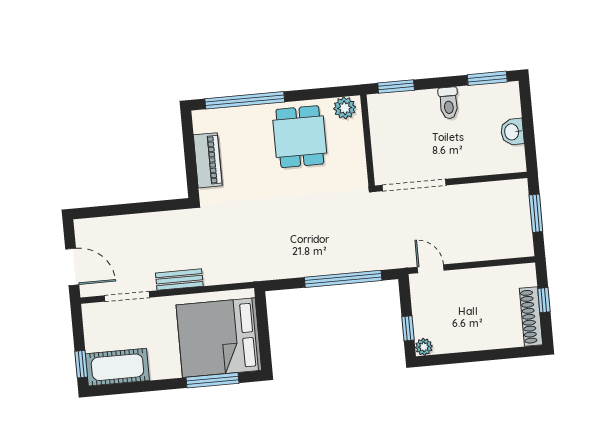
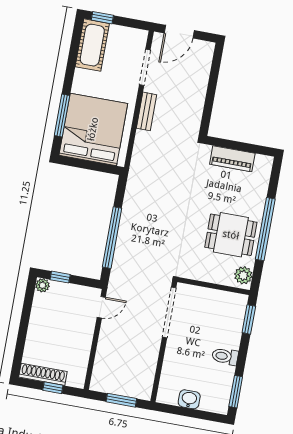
window: (245, 100) -> (265, 229), moved

